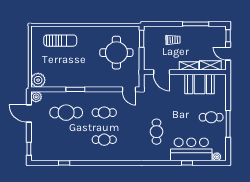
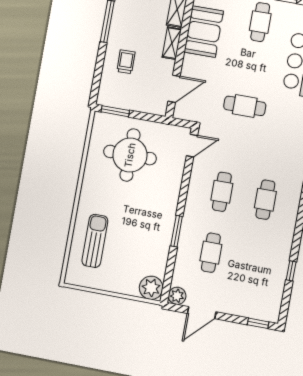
cafe table: (66, 113) -> (211, 253), width x0.73, depth x0.74
cafe table: (157, 132) -> (245, 106), moved

